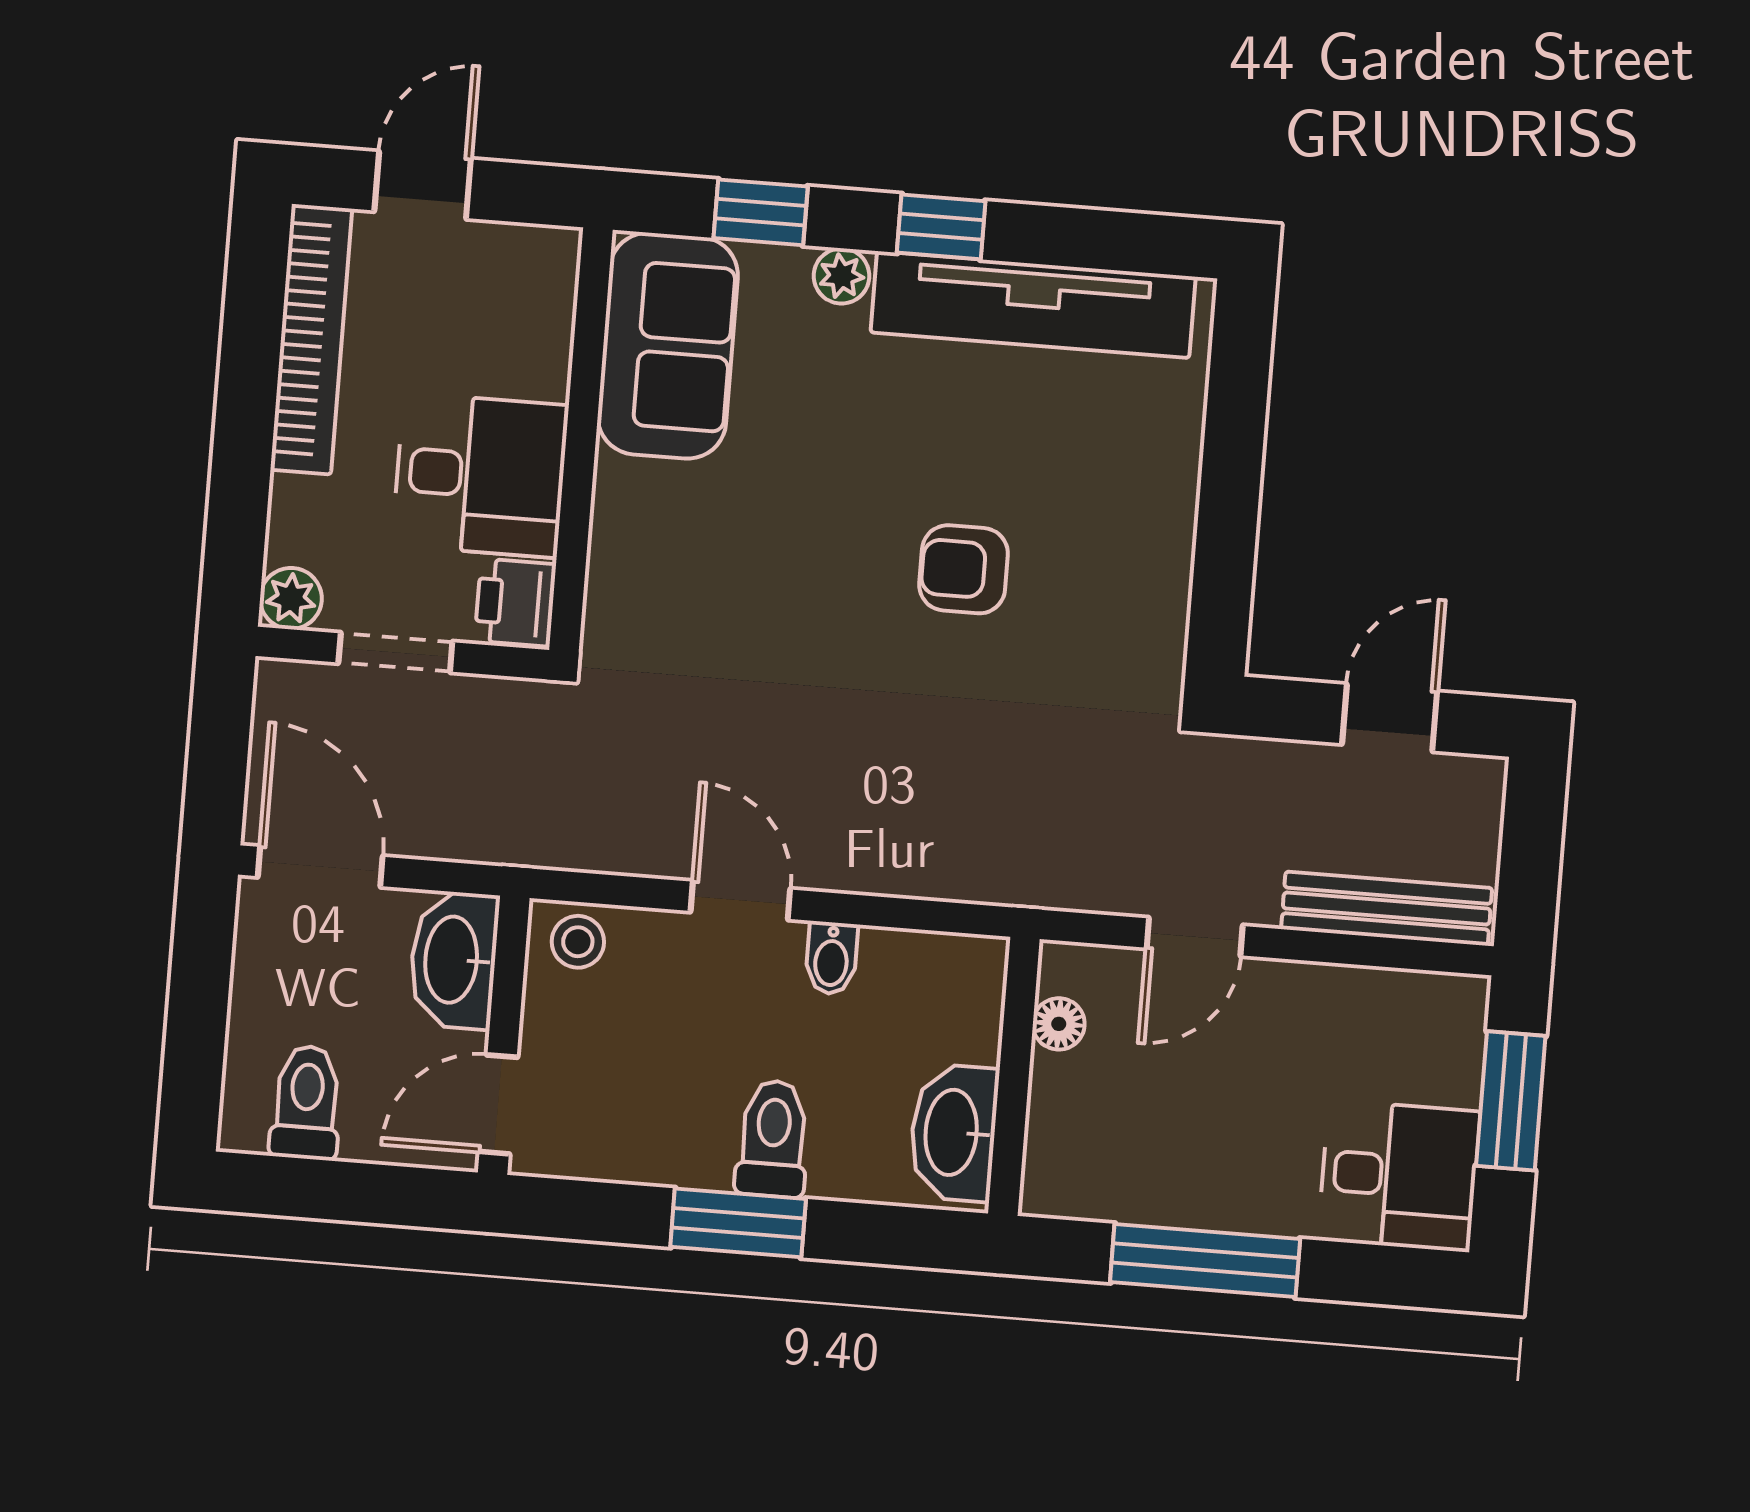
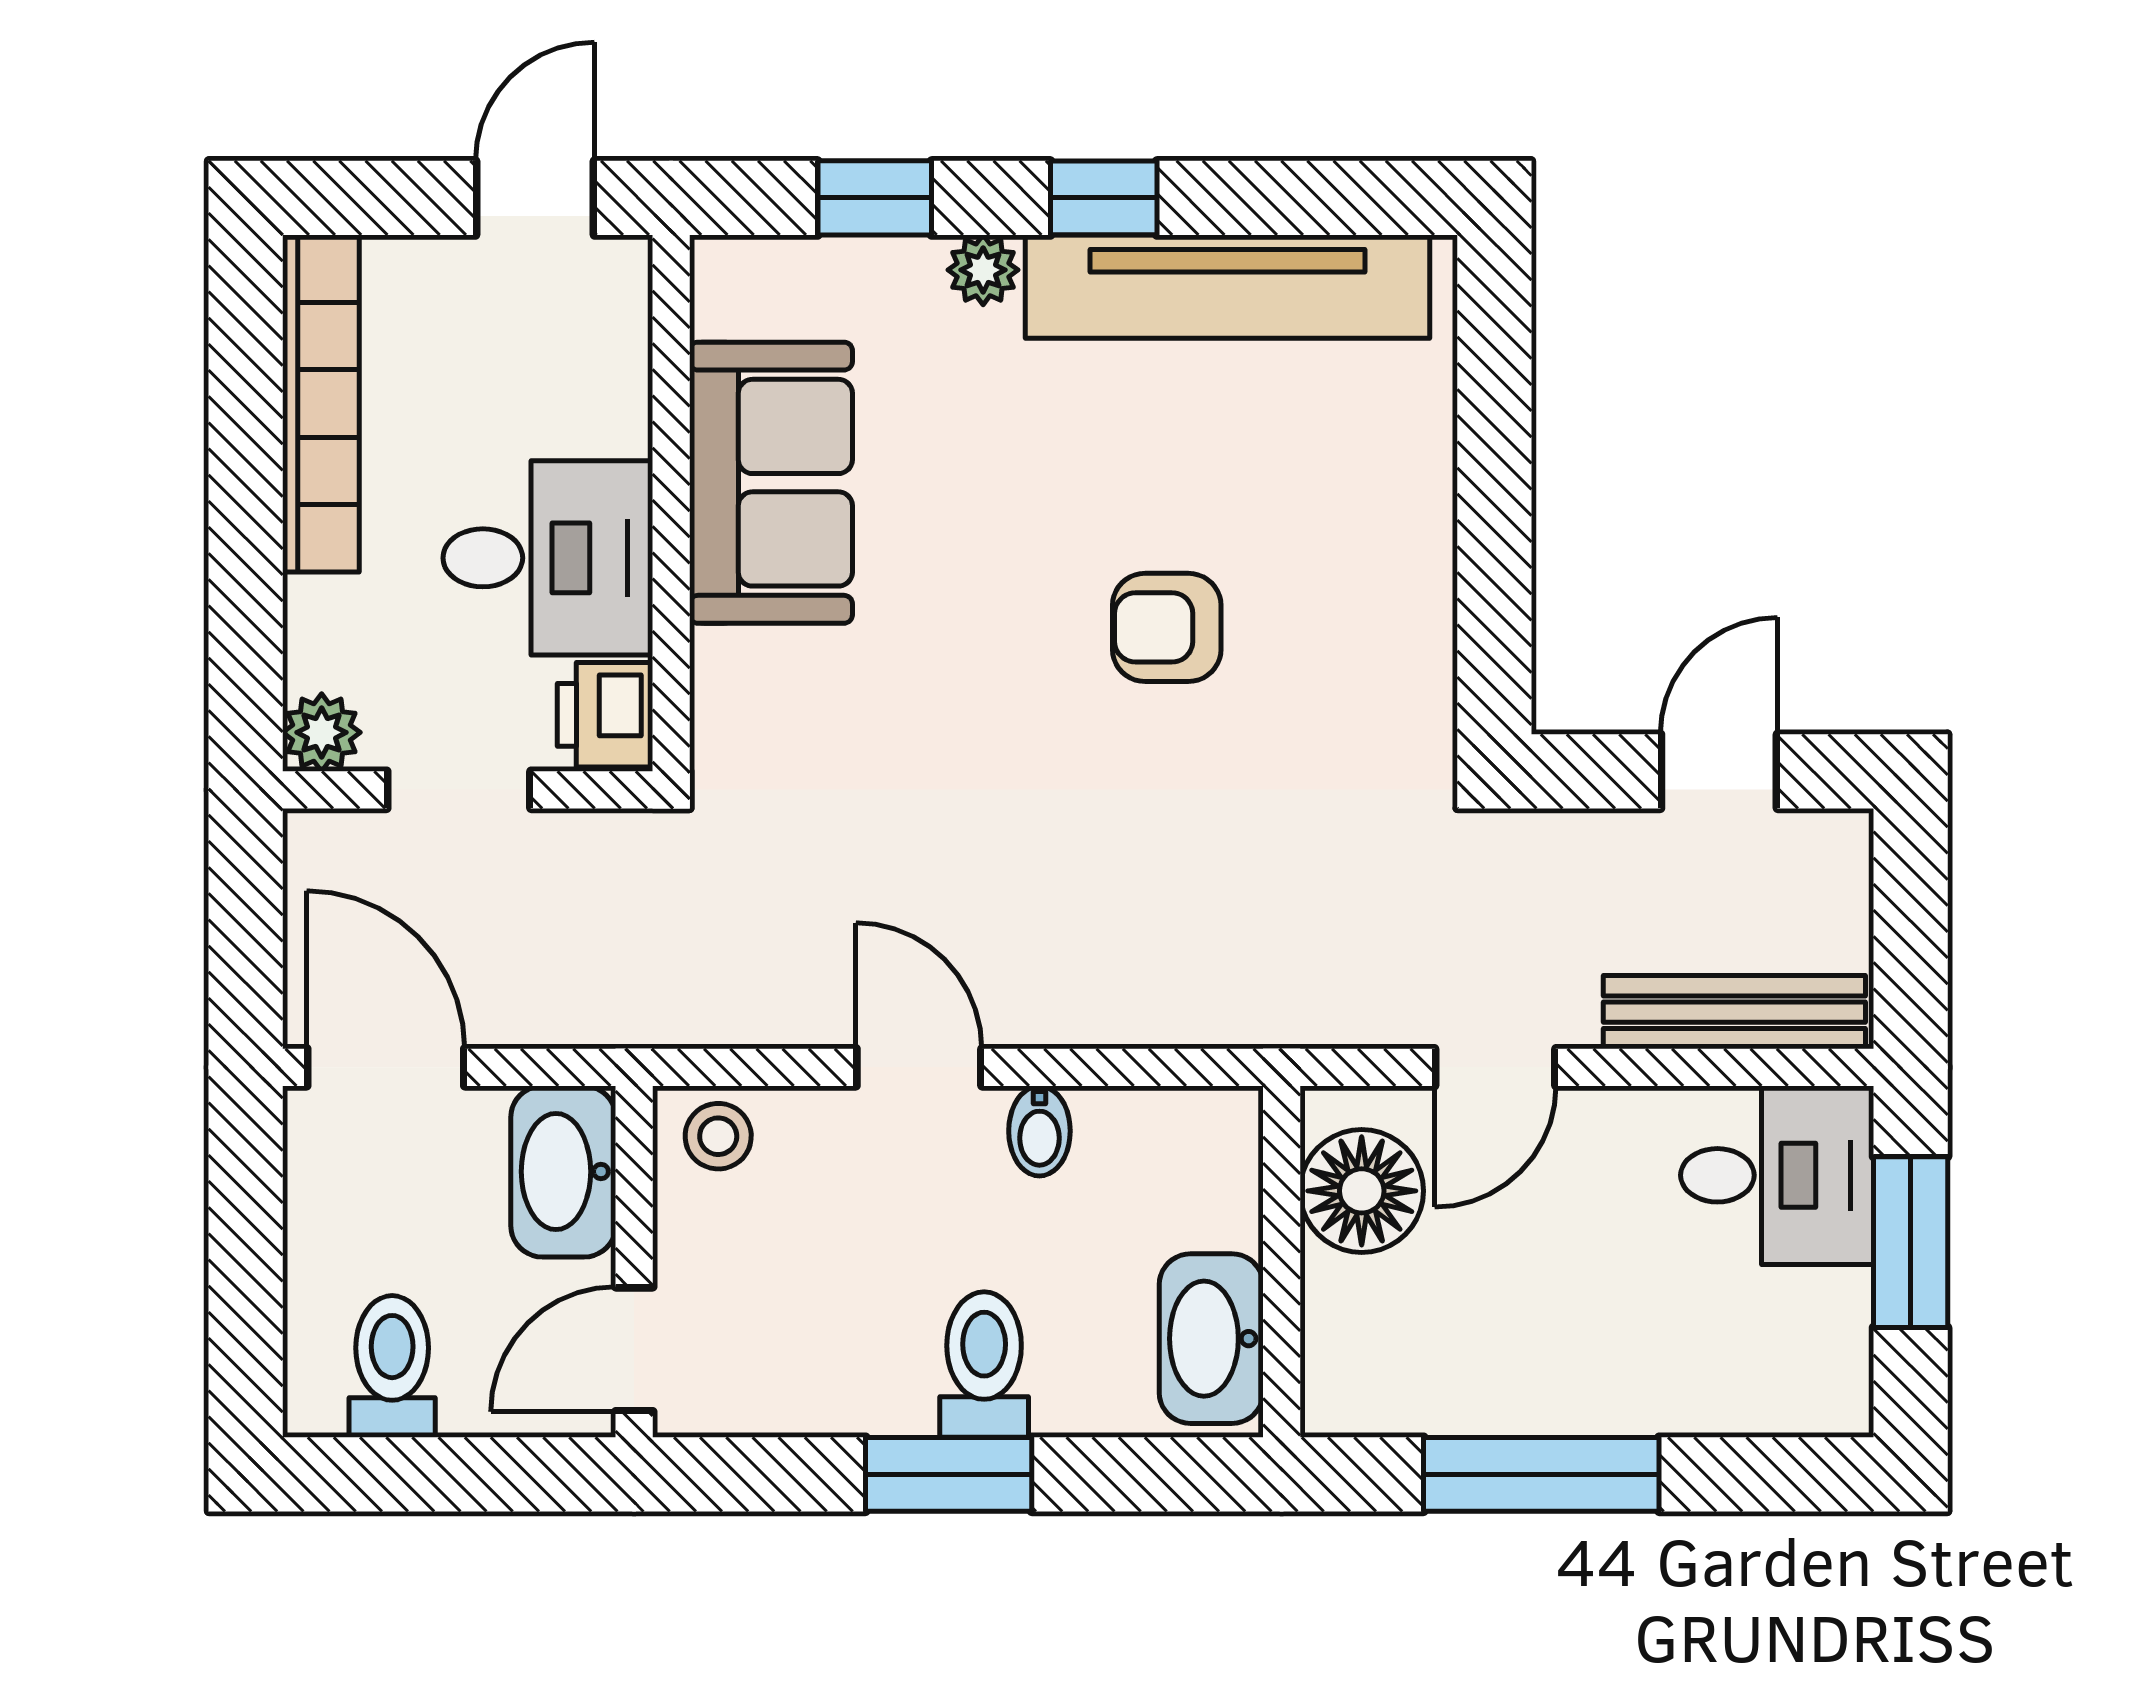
door: (423, 185) -> (535, 198), moved
sofa: (668, 346) -> (771, 483), moved
floor lamp: (1059, 1024) -> (1362, 1191), width x1.89, depth x1.89
desk: (1399, 1176) -> (1777, 1175), moved

